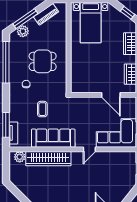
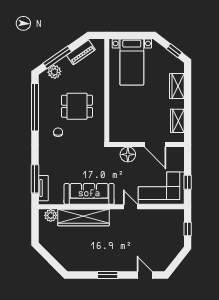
floor lamp: (87, 104) -> (128, 154), added
coffee table: (42, 109) -> (77, 161), removed
door: (89, 149) -> (130, 207), swing flipped

